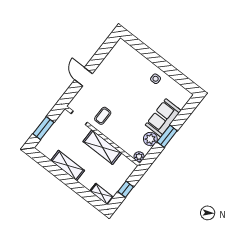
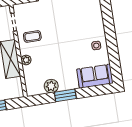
sofa: (163, 118) -> (95, 76), moved
plant: (139, 157) -> (26, 60), moved

